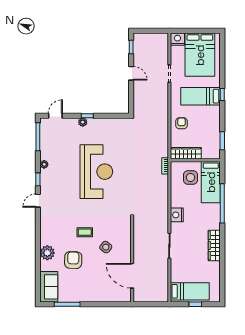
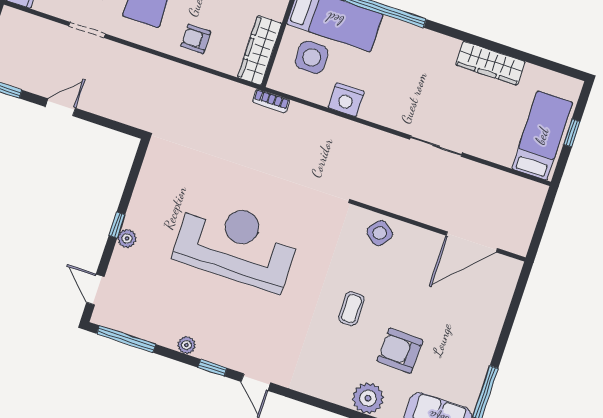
nightstand: (177, 215) -> (346, 100), moved
wardrobe: (214, 245) -> (490, 63), moved
side table: (106, 247) -> (380, 233), moved

